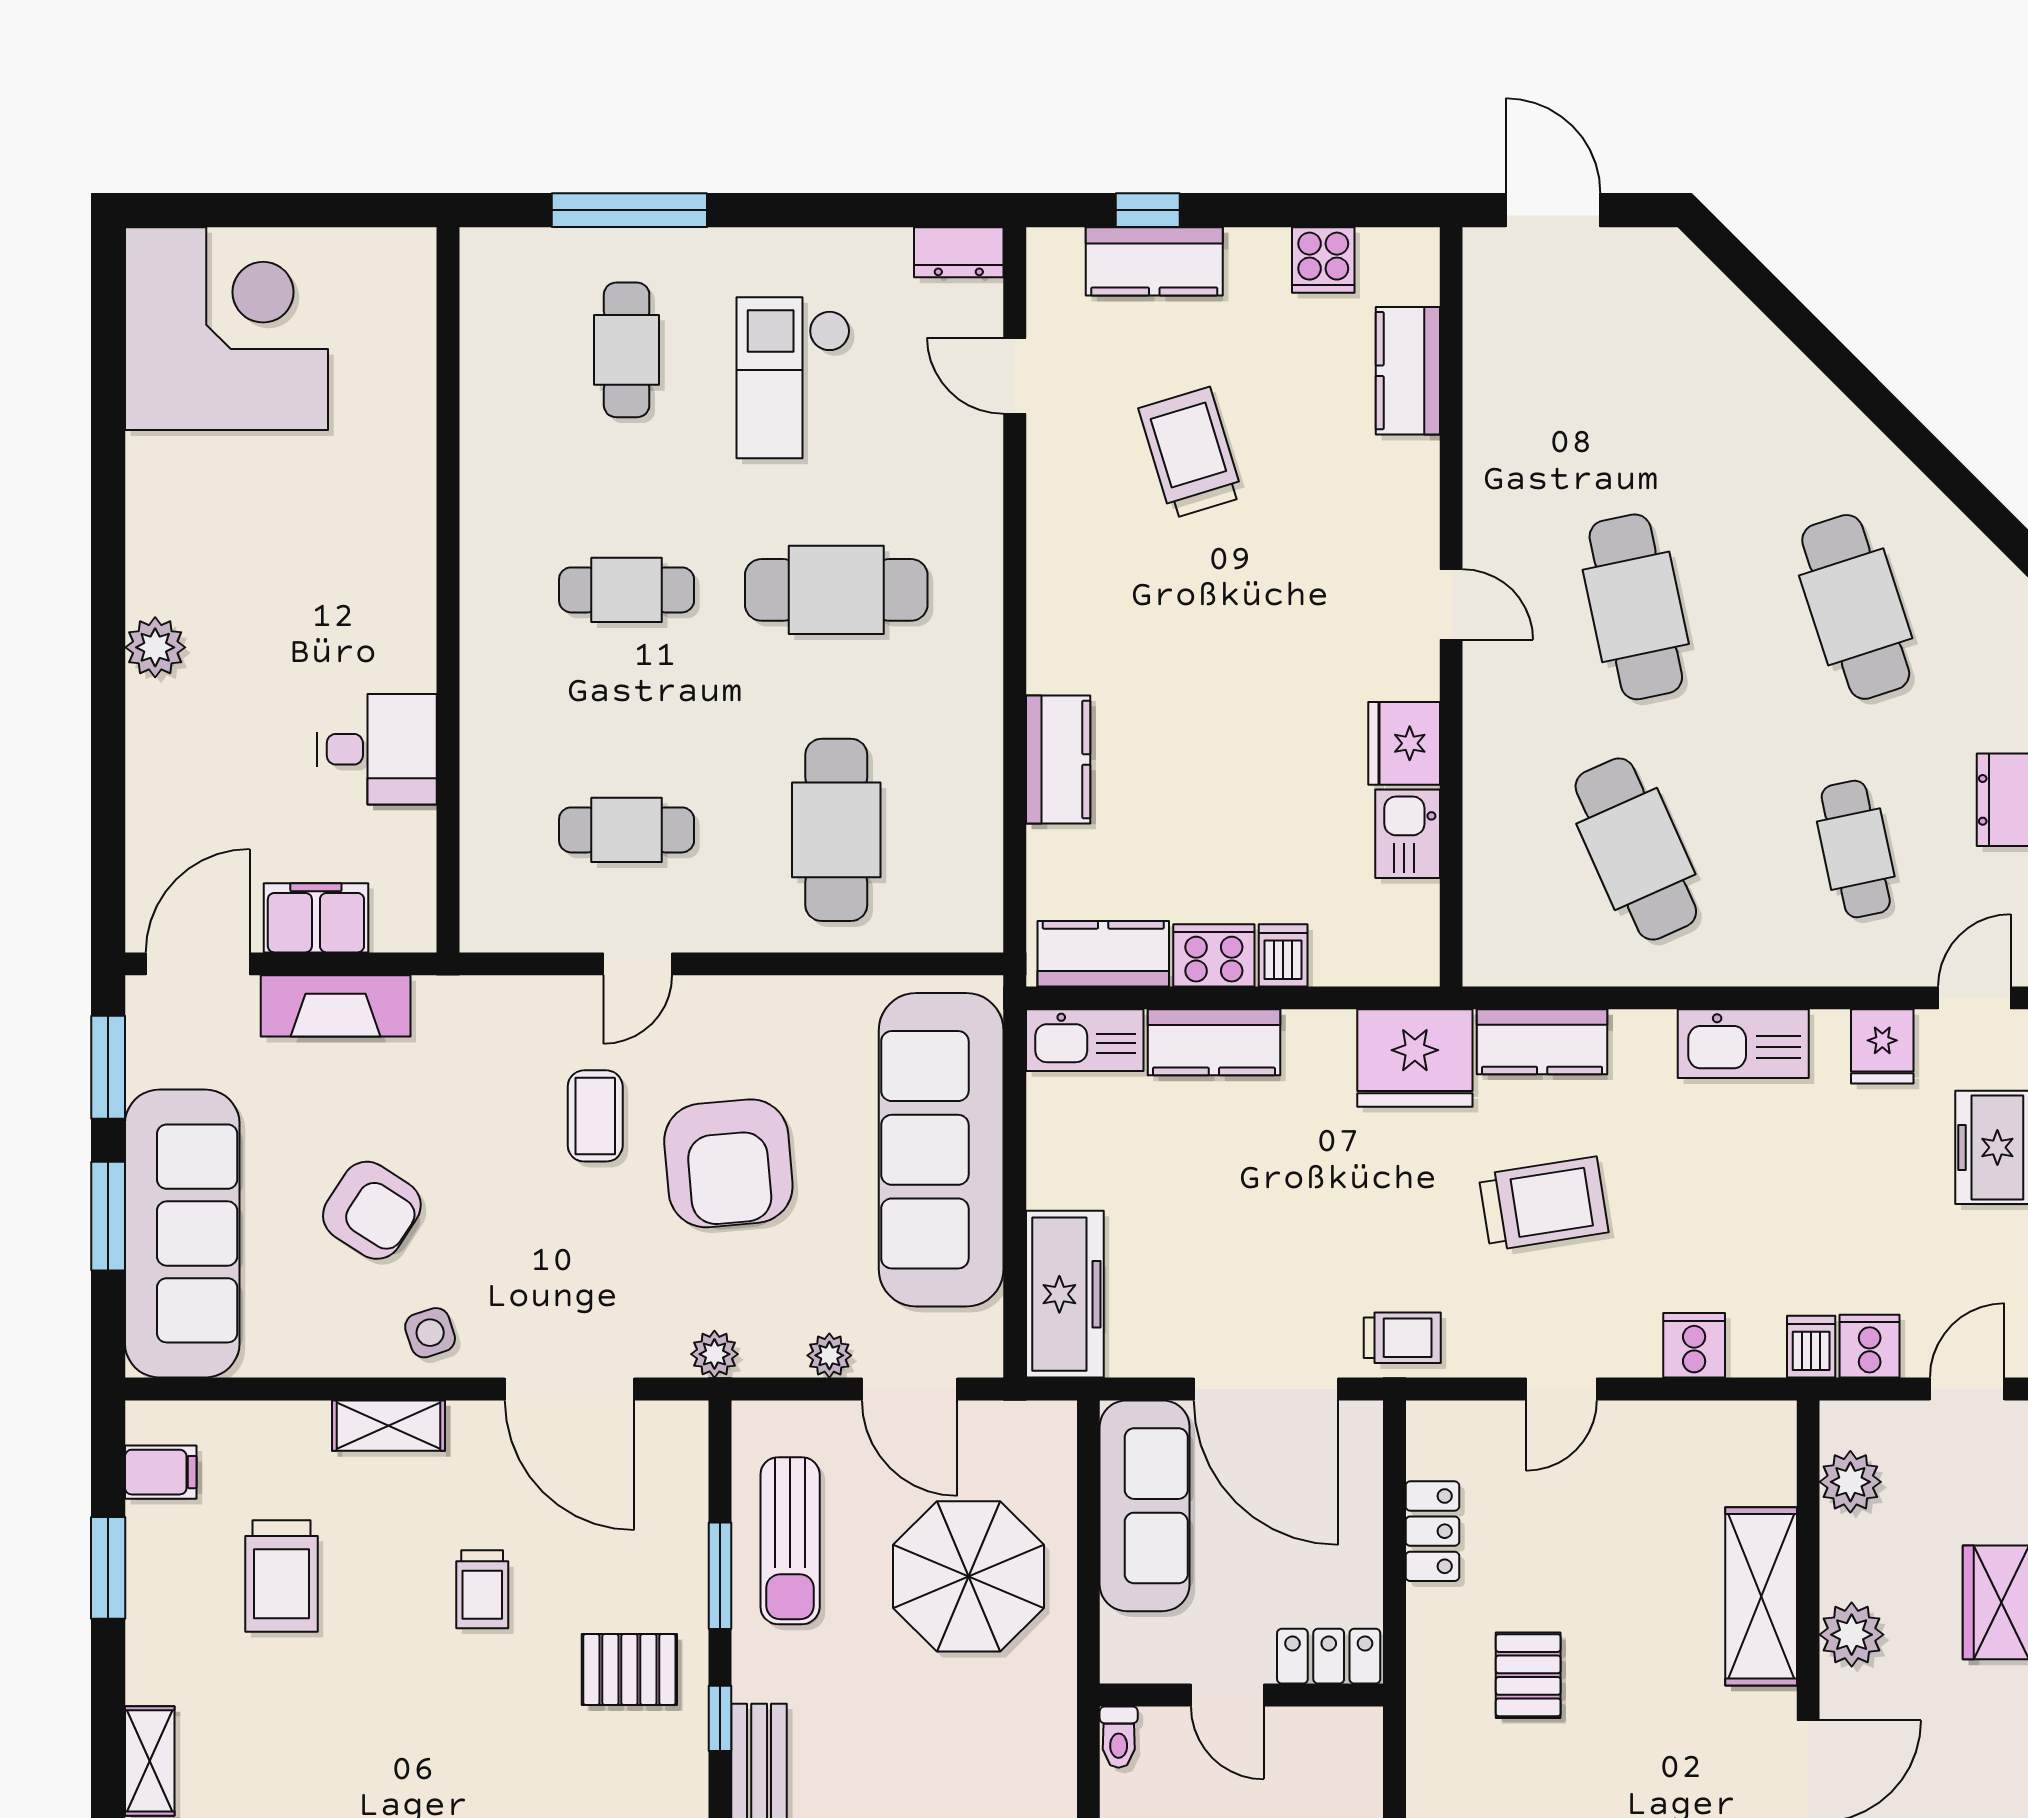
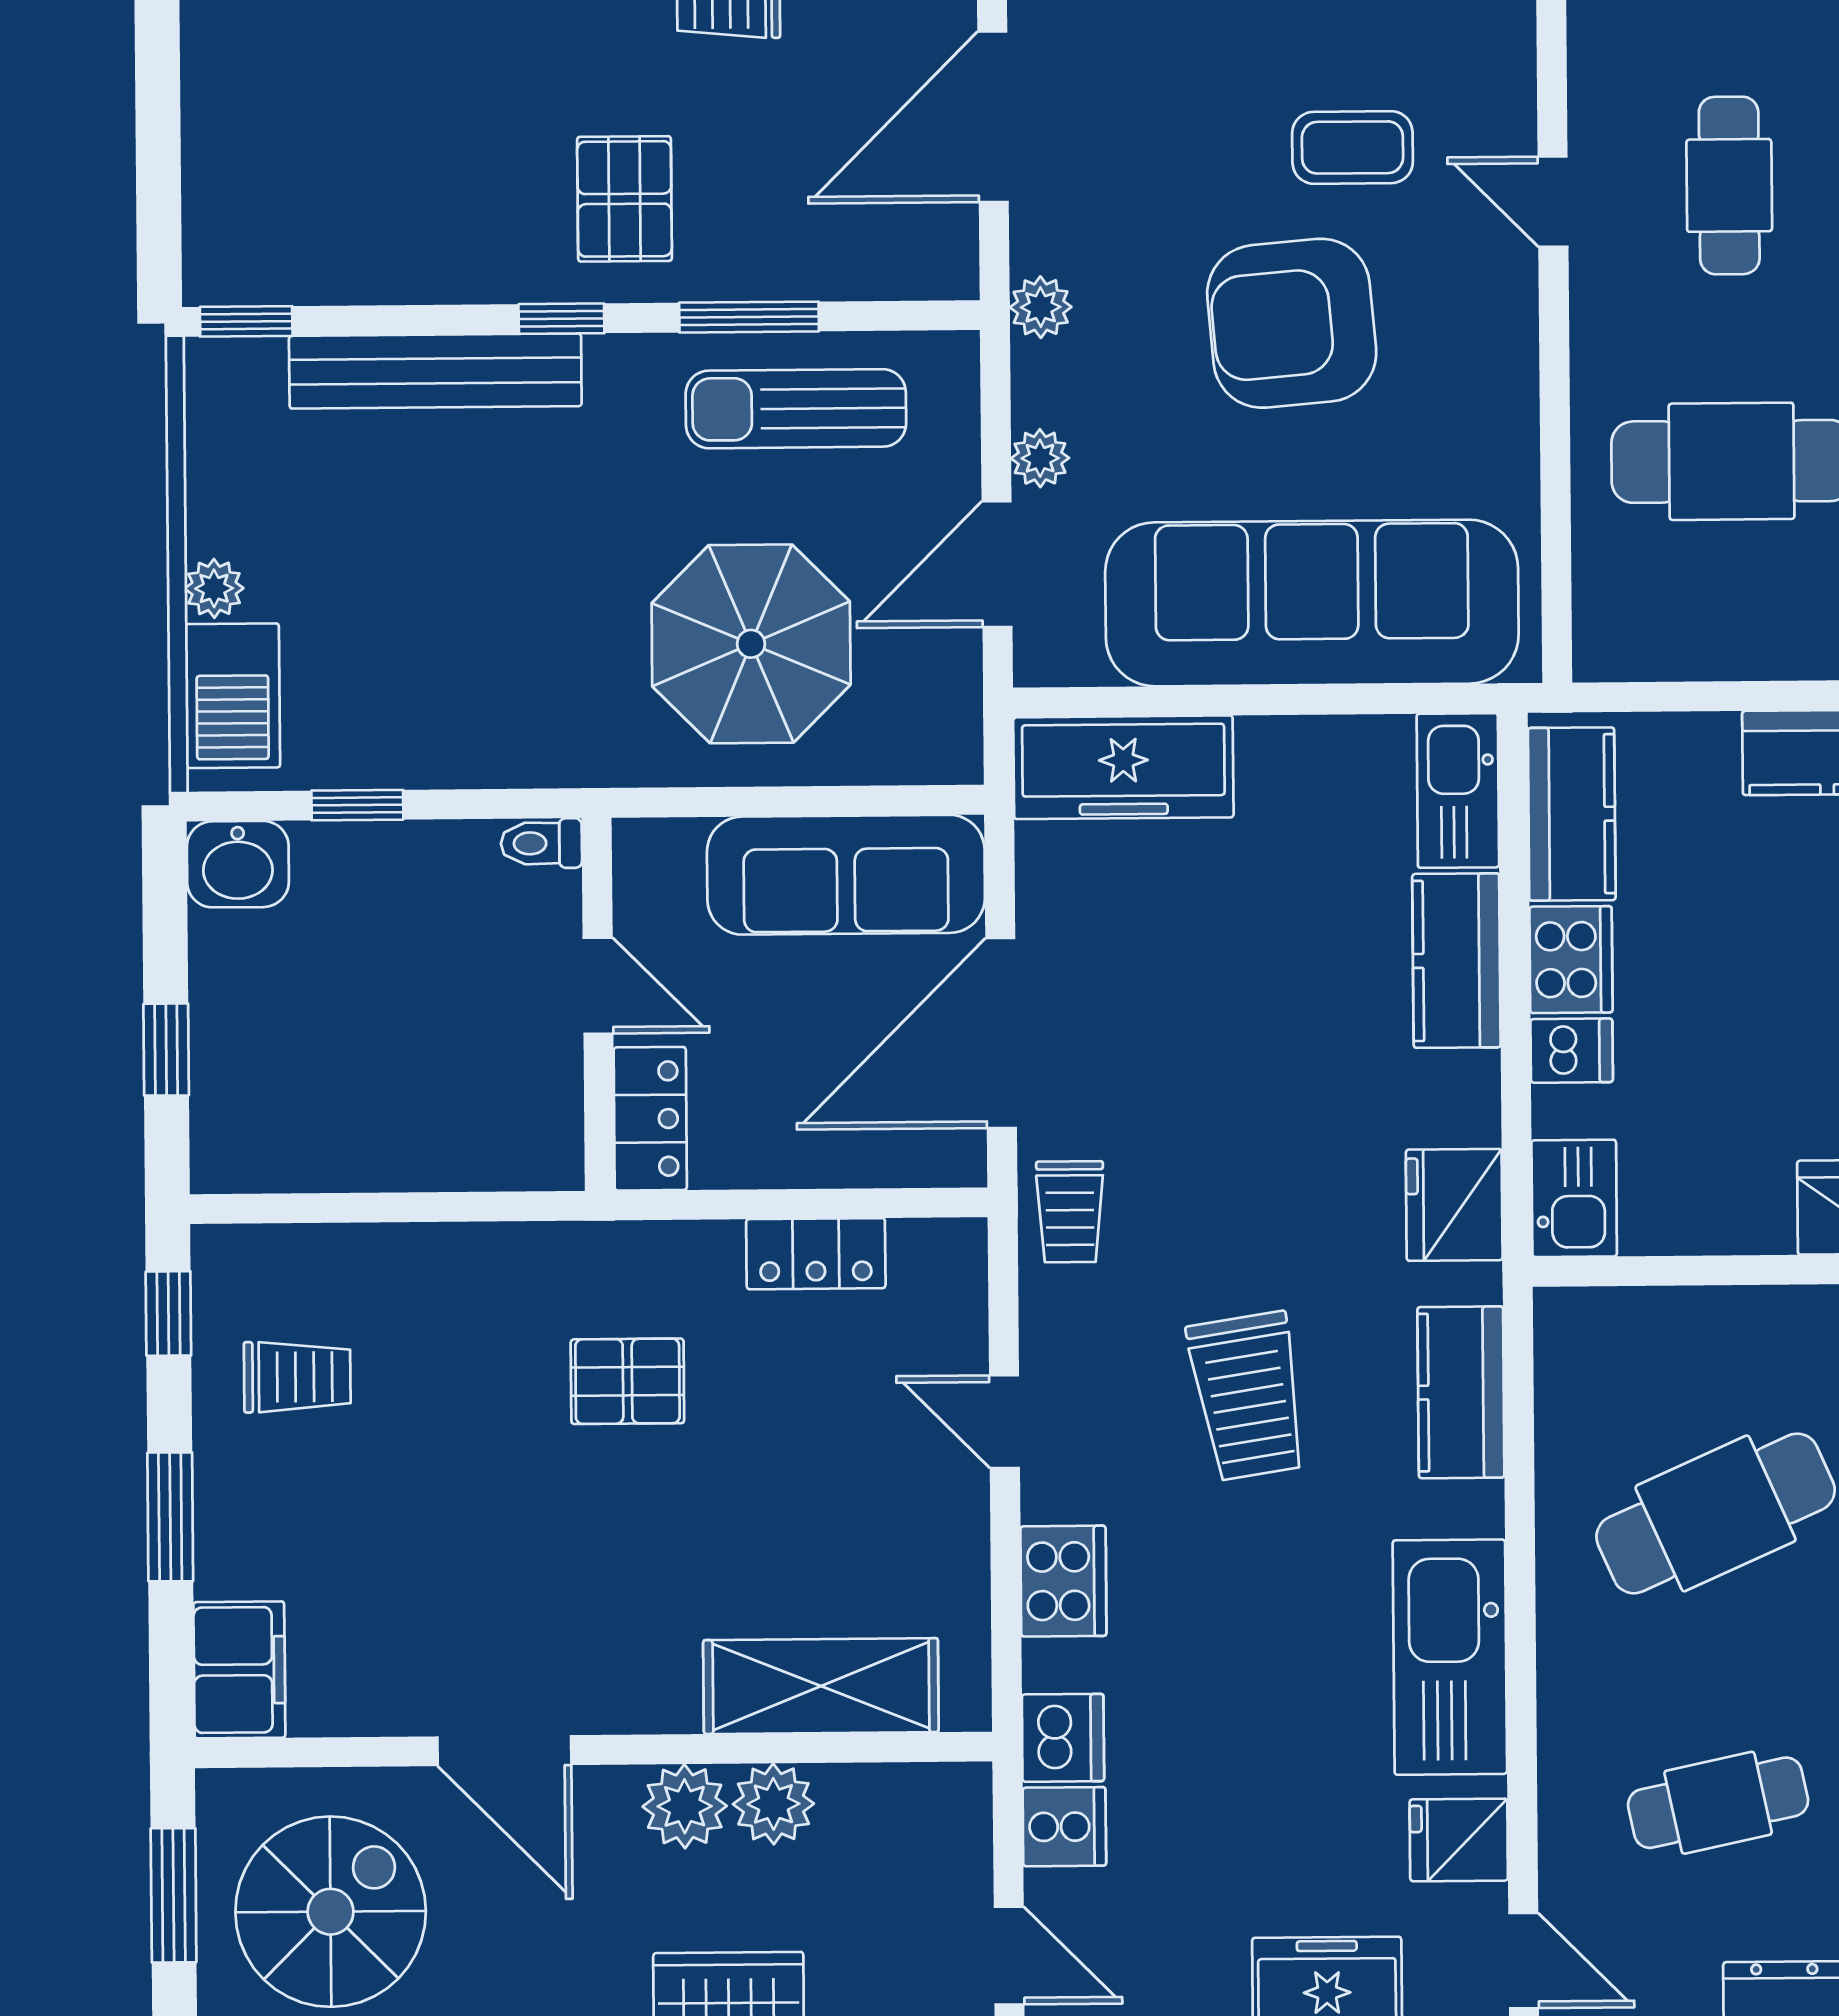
kitchen sink: (1408, 834) -> (1574, 1198), moved, turned 90
kitchen sink: (1743, 1044) -> (1450, 1657), width x1.36, depth x1.24
fridge: (1415, 1058) -> (1454, 1205), width x0.73, depth x0.75
cooker: (1694, 1345) -> (1063, 1581), width x1.36
dishwasher: (1811, 1347) -> (1063, 1738), width x1.38
plant: (1850, 1482) -> (773, 1804), moved
shelving: (1761, 1596) -> (821, 1686), moved
door: (1227, 1695) -> (598, 986), swing flipped

